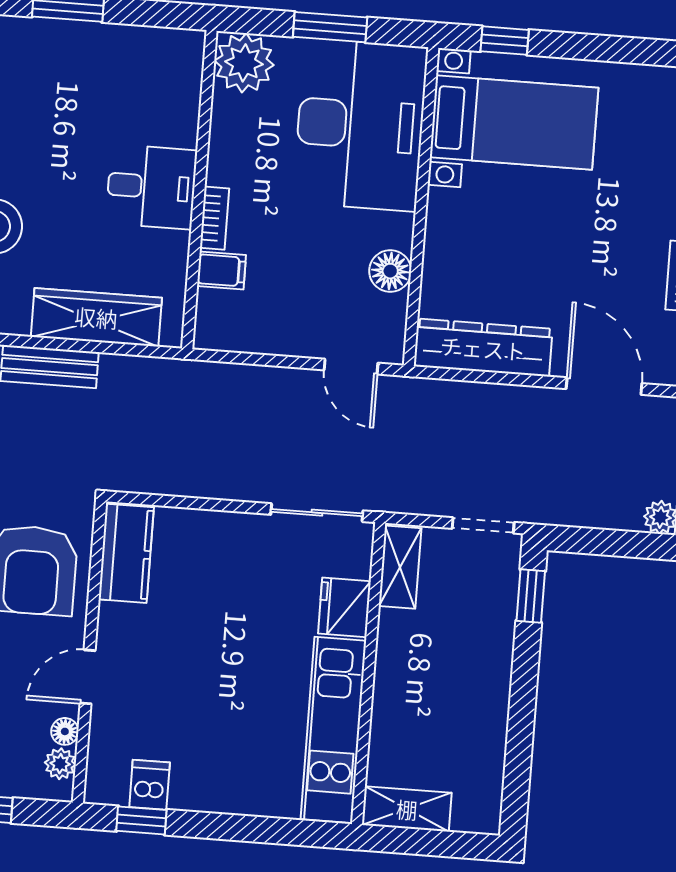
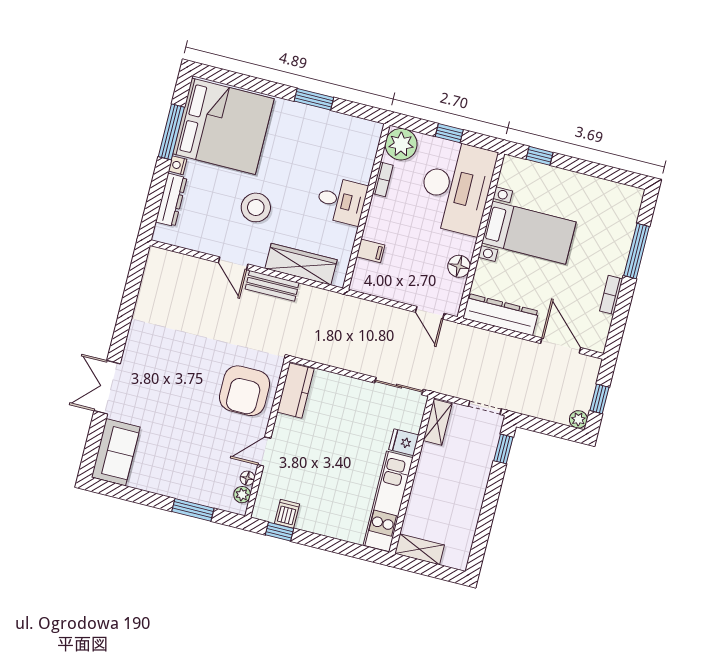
window: (330, 27) -> (449, 133), width x0.67
bed with nightstands: (514, 123) -> (529, 233), moved
bookcase: (215, 218) -> (383, 179), moved
fridge: (344, 607) -> (404, 442), width x0.72

